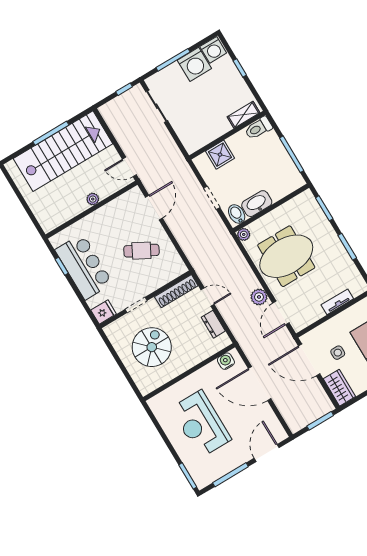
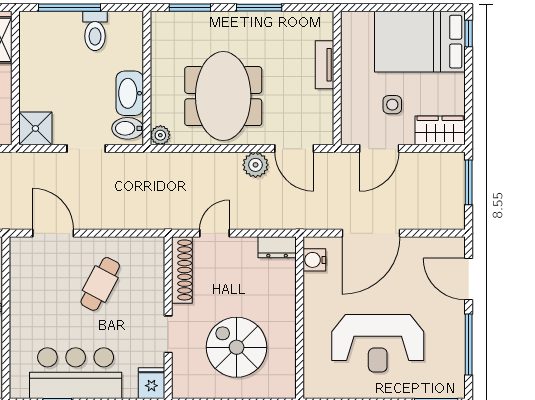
toilet: (258, 128) -> (95, 31), moved
window: (292, 154) -> (69, 8), moved
shower: (220, 155) -> (35, 128), moved
dresser: (213, 324) -> (277, 247), moved
door: (309, 360) -> (379, 149), width x0.73

